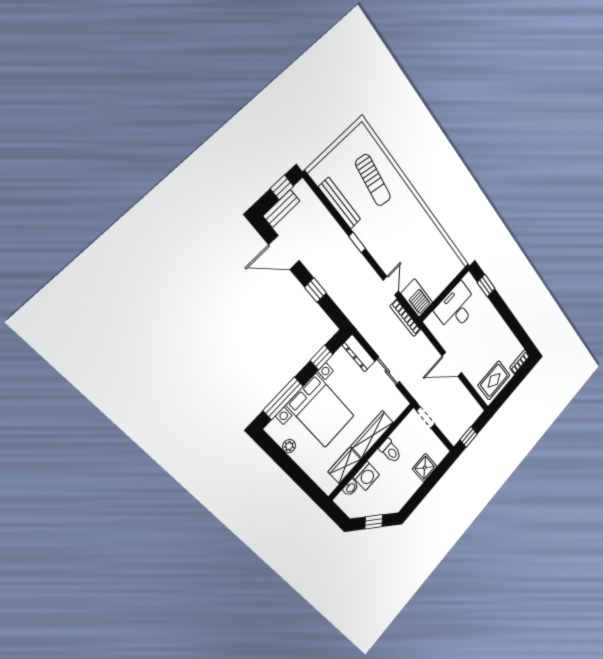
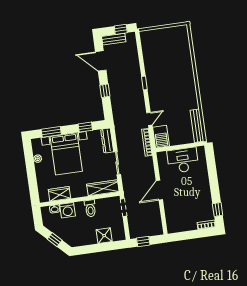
sun lounger: (373, 180) -> (175, 58), removed
bench: (340, 203) -> (197, 126), moved
window: (486, 286) -> (218, 210), moved
door: (452, 364) -> (159, 190), hinge flipped
rug: (494, 380) -> (181, 222), removed
window: (283, 398) -> (51, 132), width x0.69
wardrobe: (372, 434) -> (103, 188), moved

